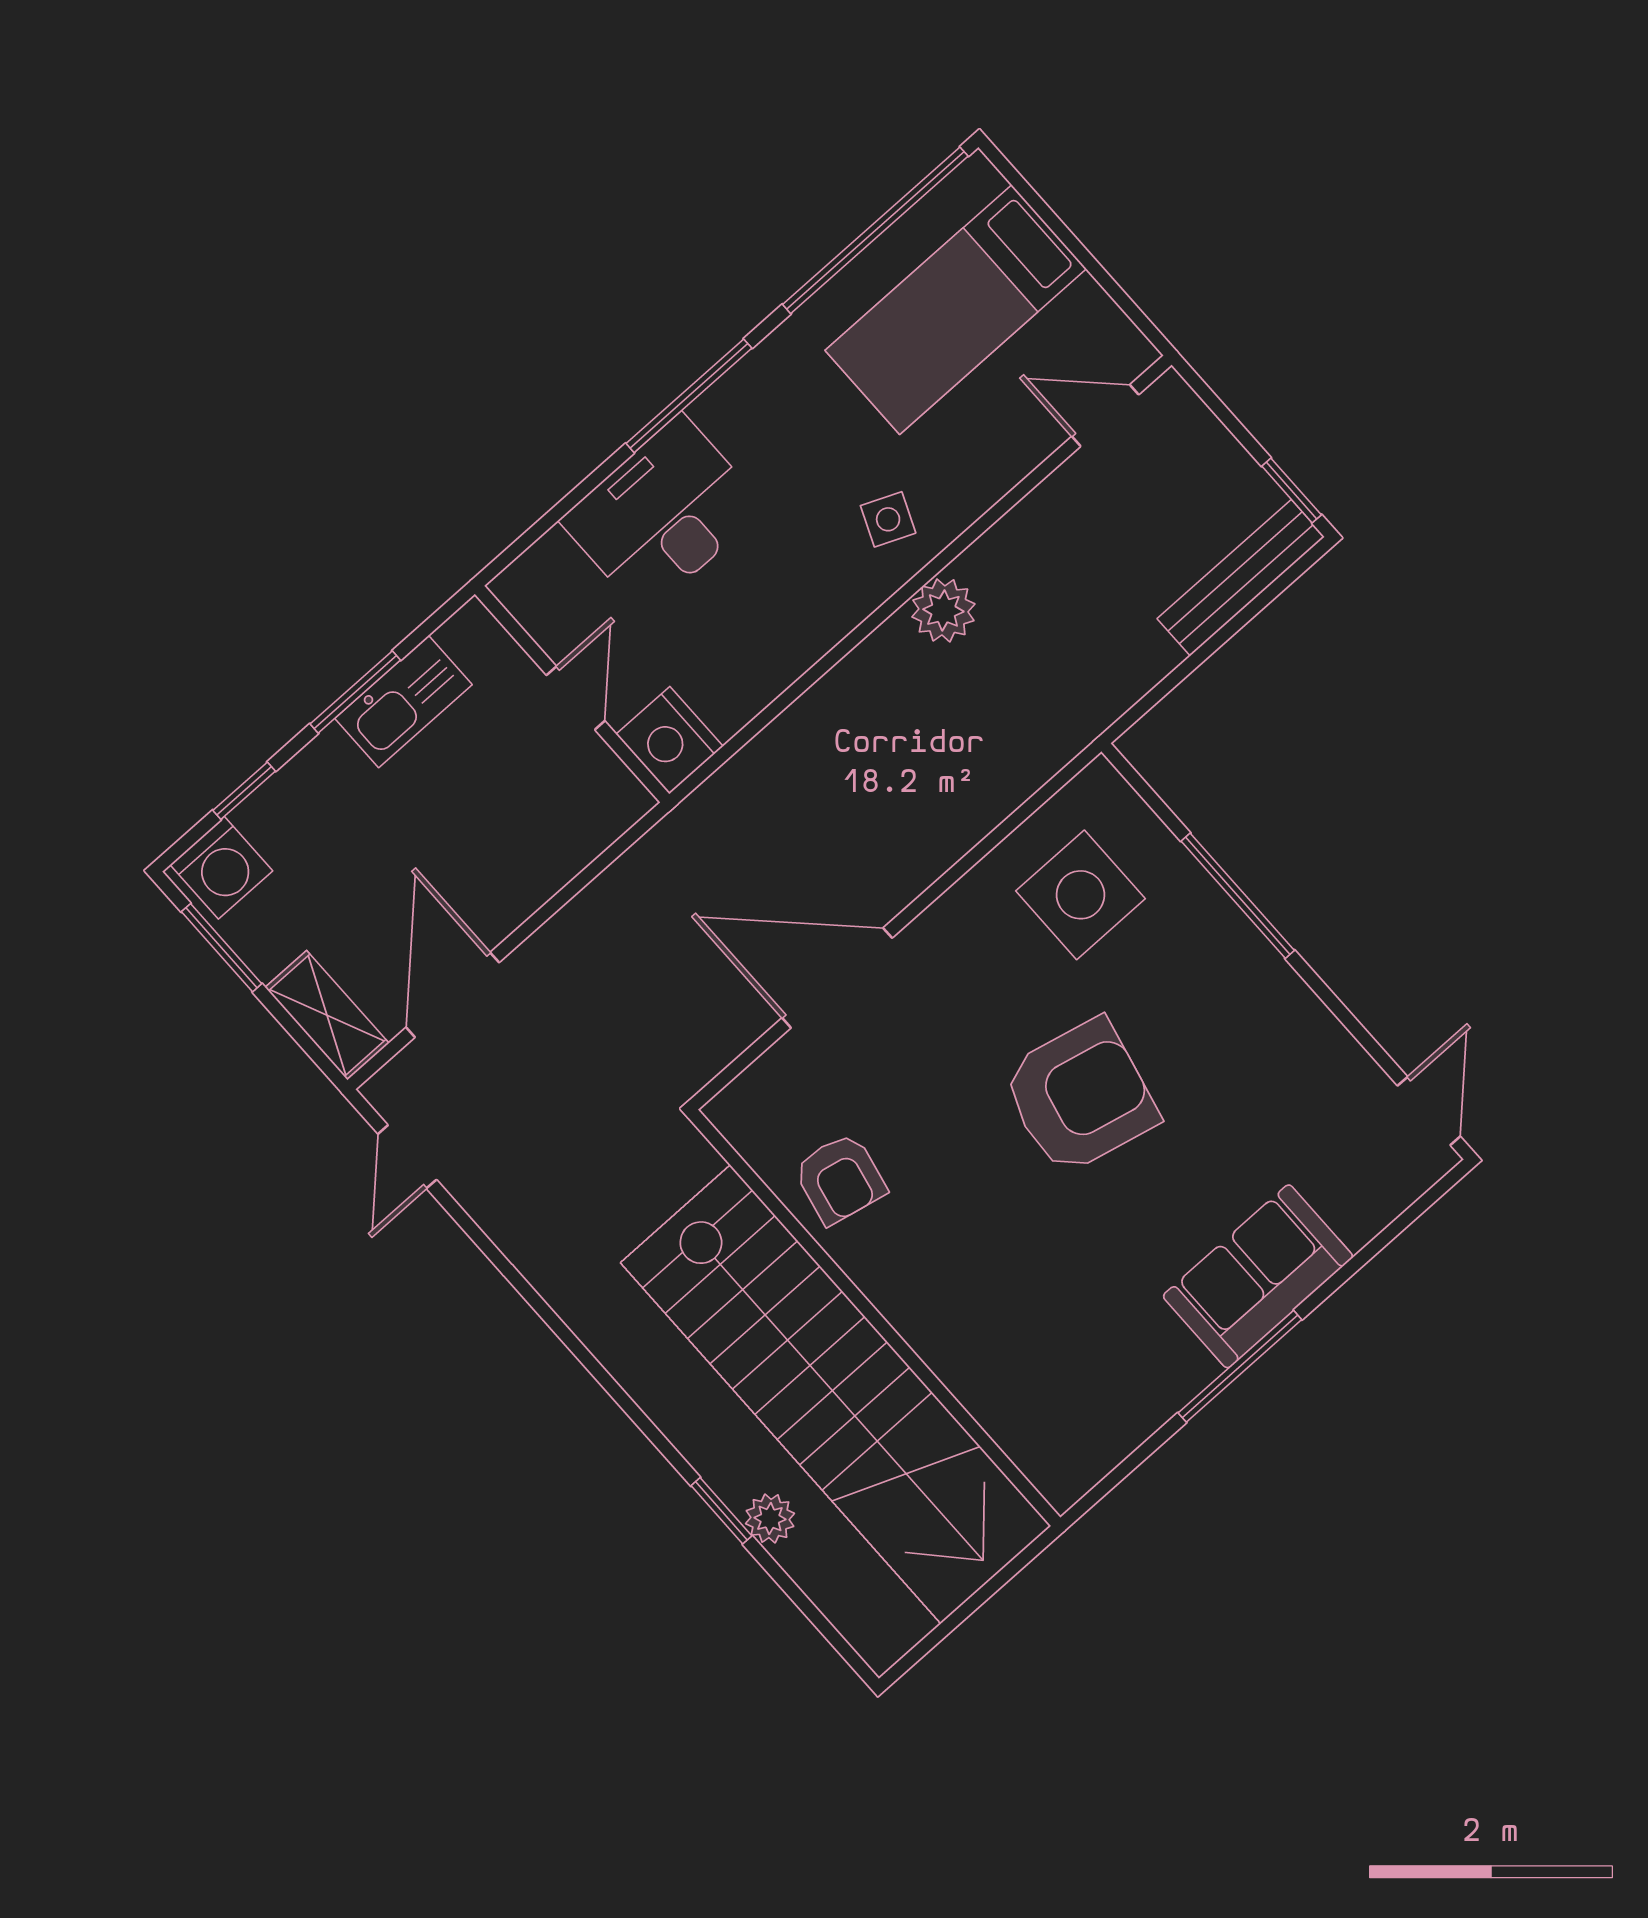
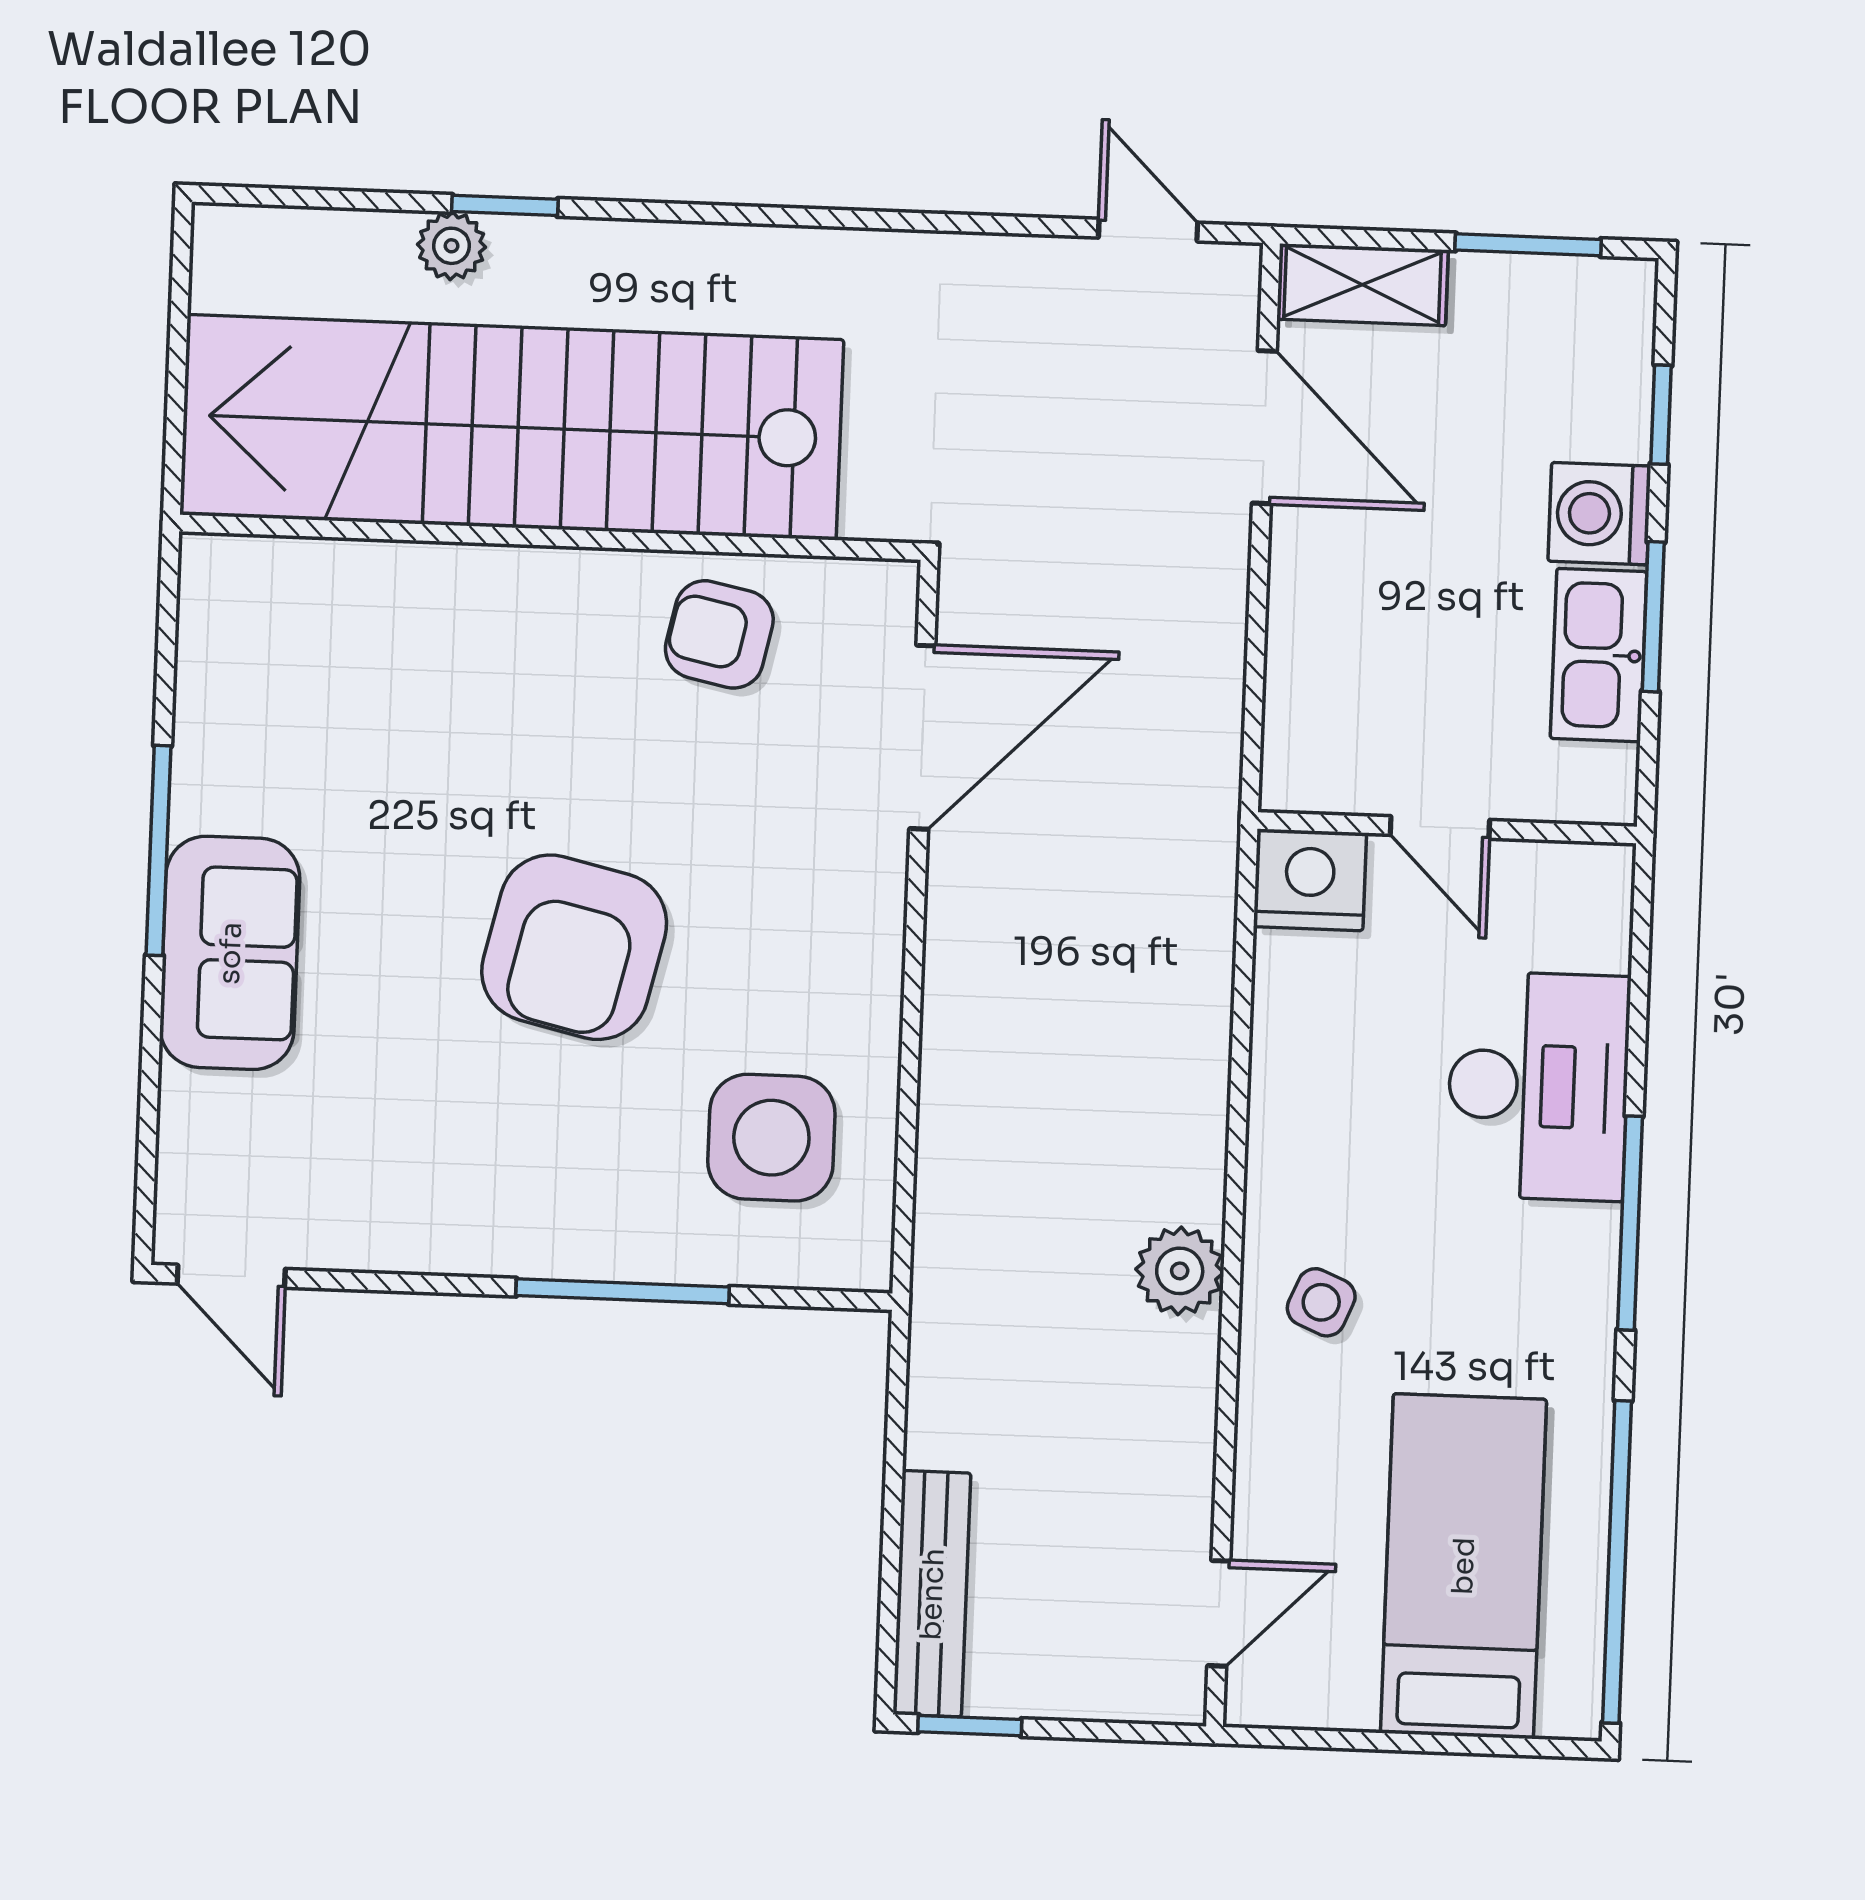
washing machine: (221, 868) -> (1599, 514), moved
door: (837, 978) -> (922, 737), moved

